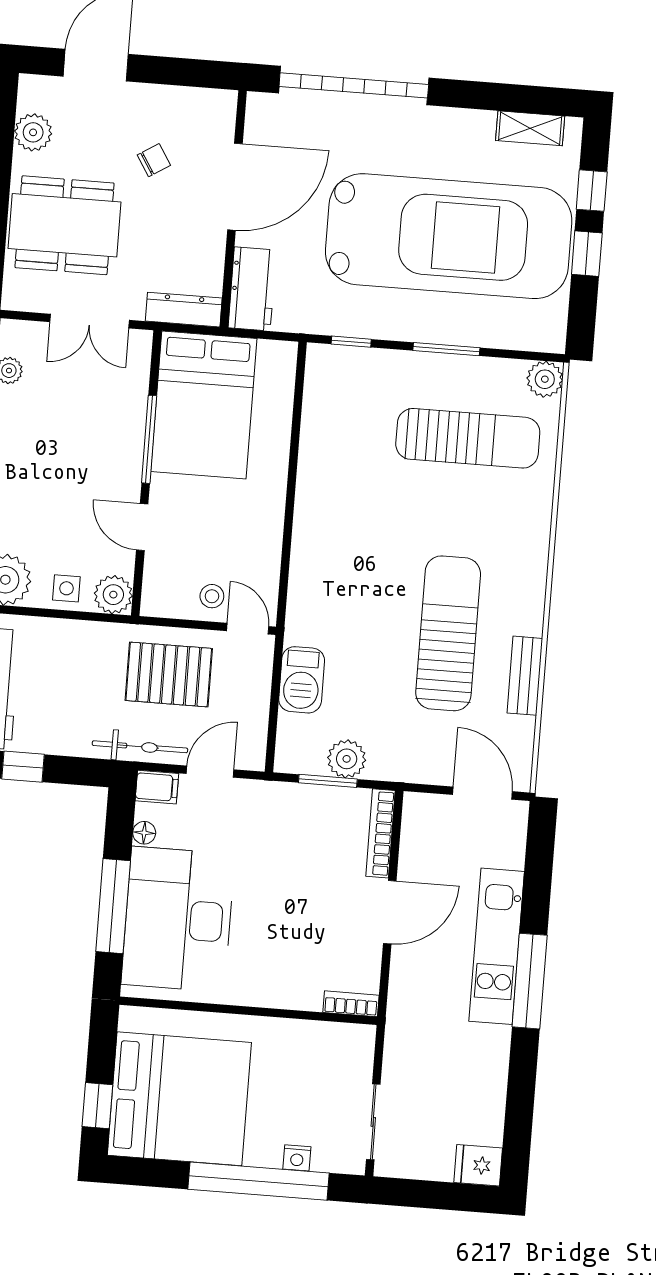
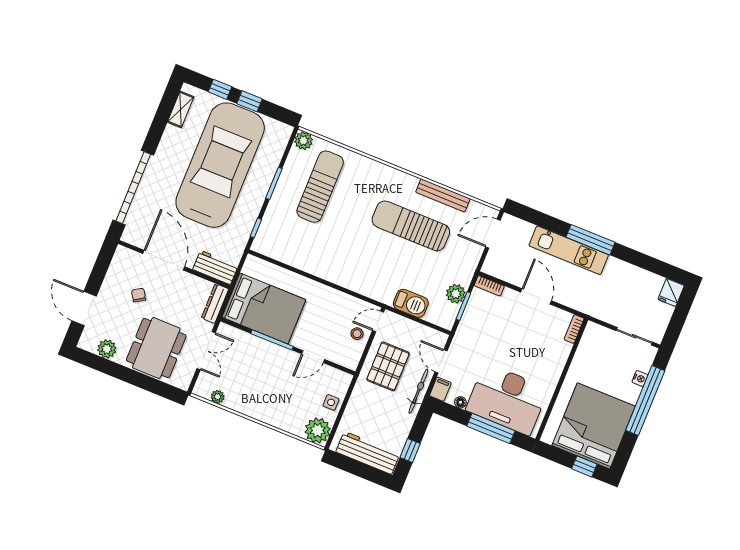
plant: (113, 595) -> (341, 381), removed
bench: (525, 676) -> (443, 195), width x1.36
bookcase: (380, 833) -> (489, 286), width x0.64

